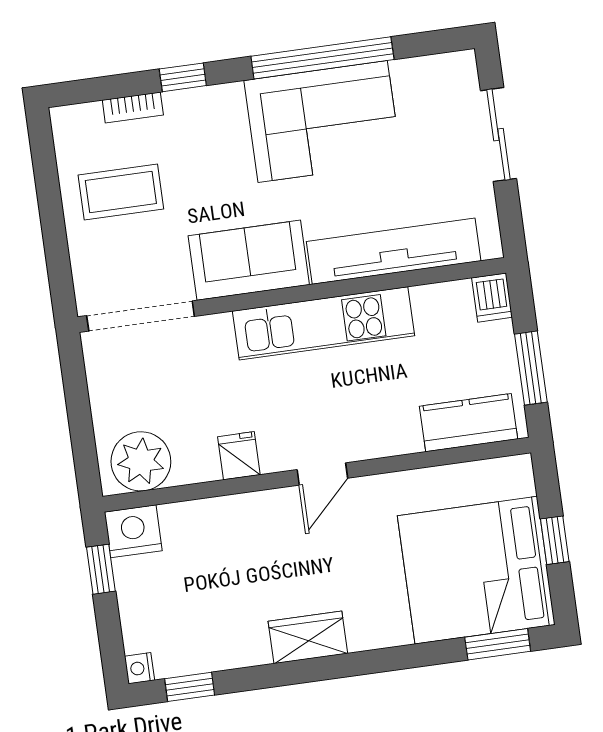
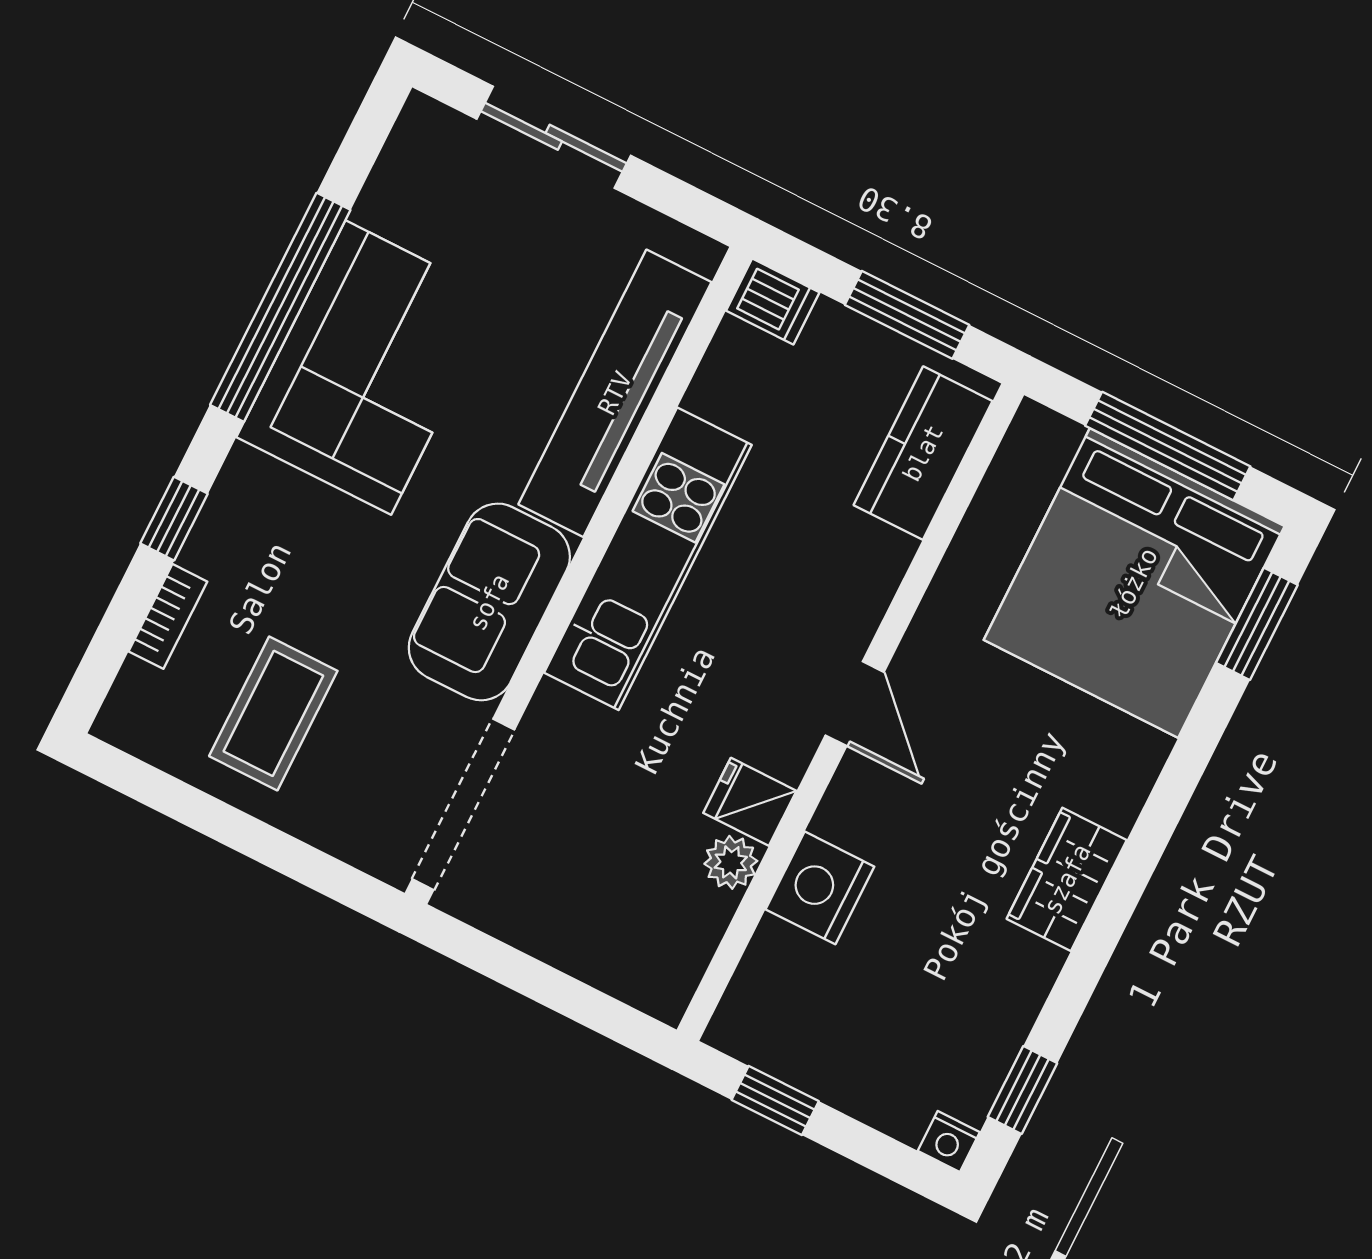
plant: (141, 461) -> (731, 862), moved, width x0.53, depth x0.53
nightstand: (133, 531) -> (820, 888), moved
window: (555, 540) -> (1168, 446), width x2.17

